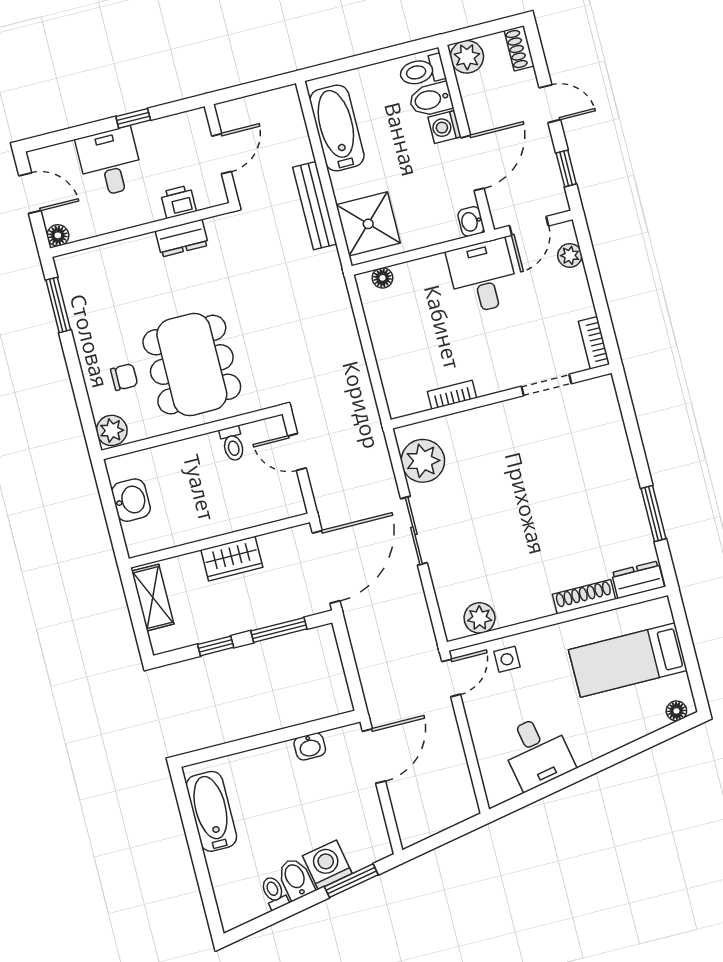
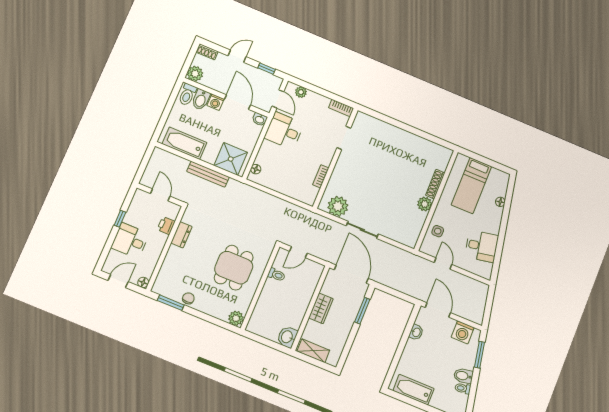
dining table: (192, 365) -> (234, 268), width x0.73
chair: (124, 377) -> (188, 298), moved
washbasin: (131, 500) -> (287, 337), moved, turned -90
window: (653, 514) -> (423, 134), removed
dresser: (638, 580) -> (444, 159), removed
plant: (480, 618) -> (425, 204), moved
window: (216, 646) -> (350, 340), removed
door: (451, 678) -> (443, 263), moved
floor lamp: (676, 711) -> (500, 202), moved
washing machine: (327, 865) -> (463, 332), moved, turned -79

